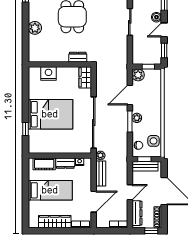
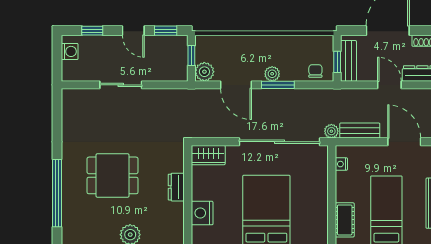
boiler: (156, 17) -> (113, 43), removed
dresser: (78, 57) -> (176, 187), moved
side table: (154, 141) -> (308, 47), removed
dresser: (65, 163) -> (344, 187), removed

